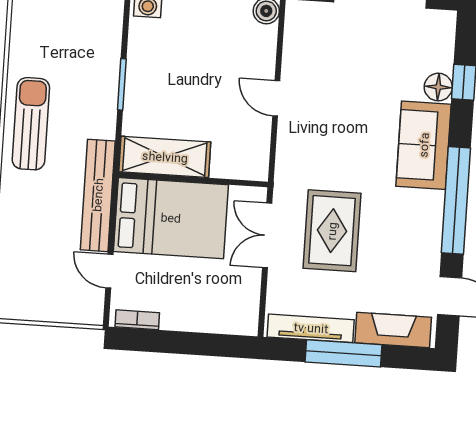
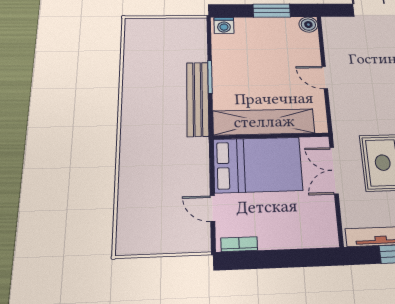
sun lounger: (31, 124) -> (142, 108), removed
shelving: (165, 157) -> (264, 122), width x1.47
bench: (98, 195) -> (198, 99), moved

